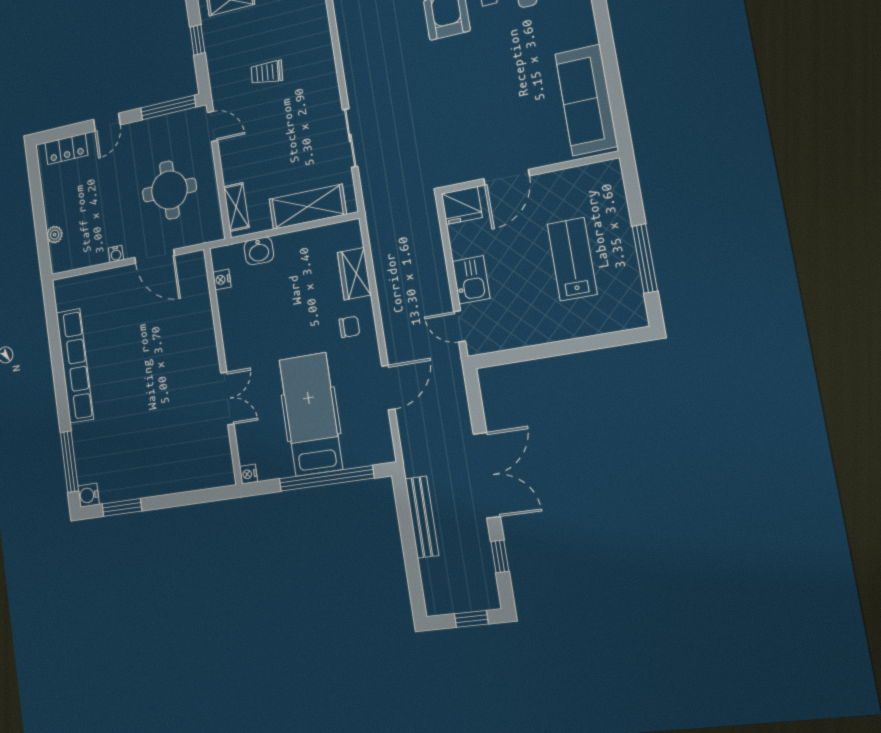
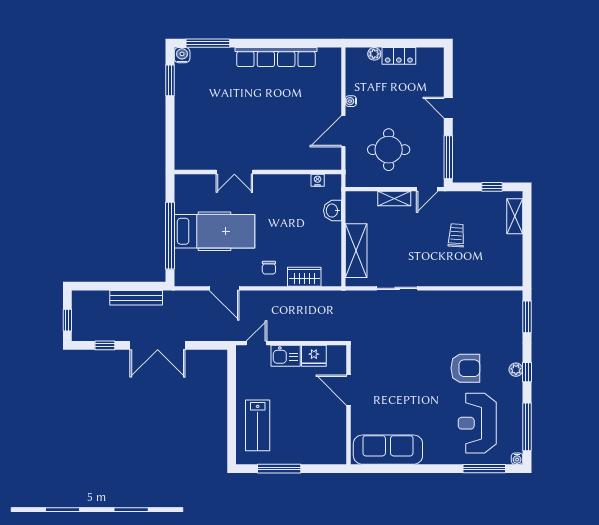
locker: (66, 149) -> (399, 56), moved, turned -90
fridge: (462, 206) -> (314, 356), moved, turned -90
shelving: (236, 207) -> (394, 198), moved
lab bench: (572, 259) -> (258, 425), moved, turned 90
nightstand: (248, 474) -> (180, 180), removed

